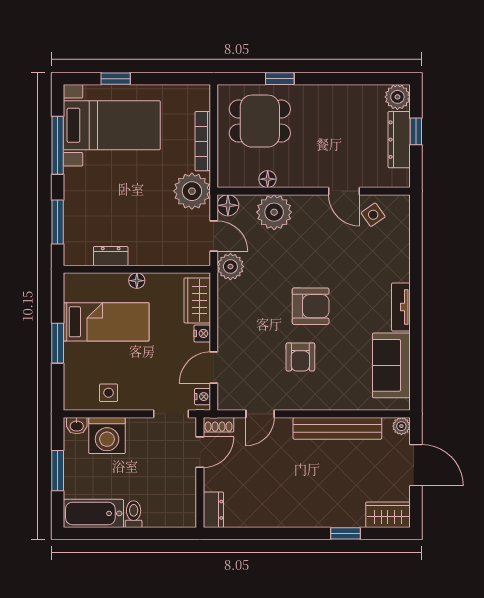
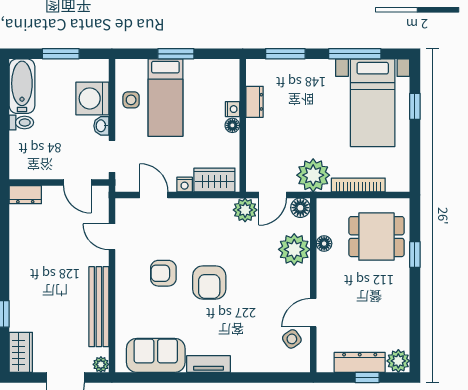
dining table: (260, 121) -> (376, 237), turned 90
bed: (106, 322) -> (165, 98), moved
nightstand: (202, 397) -> (232, 109), moved, turned -90
shoe rack: (219, 425) -> (102, 199), removed
washbasin: (77, 426) -> (101, 126), moved

